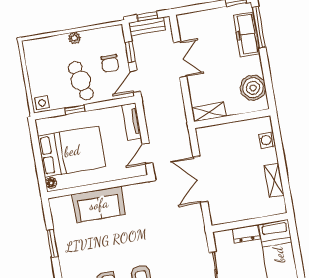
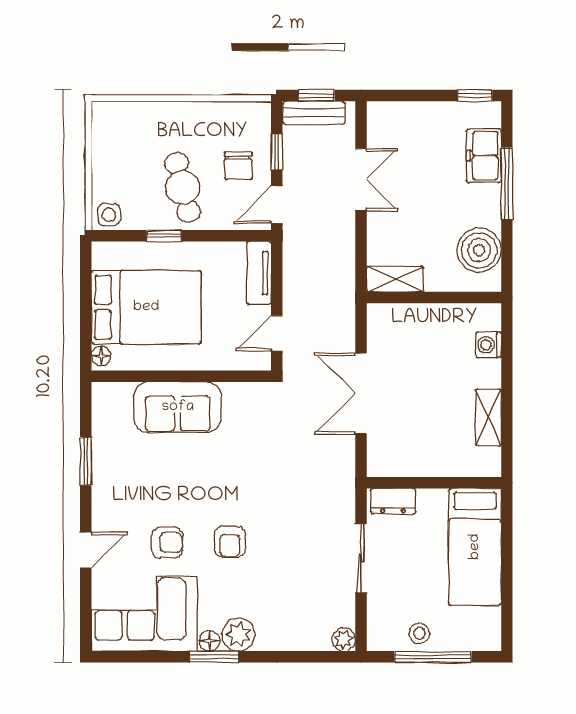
window: (259, 27) -> (507, 184), moved
freezer: (247, 34) -> (484, 156), width x0.71
plant: (74, 38) -> (184, 112), removed
dresser: (246, 234) -> (393, 501), moved

